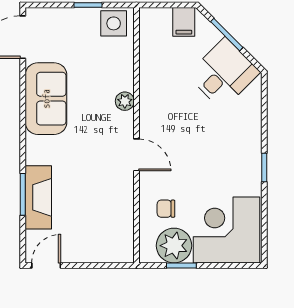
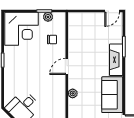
door: (136, 155) -> (67, 66), hinge flipped
fireplace: (38, 197) -> (116, 60), moved
plant: (174, 246) -> (48, 17), width x0.53, depth x0.53

